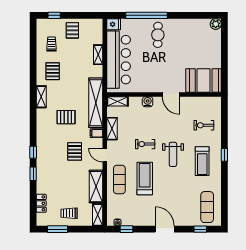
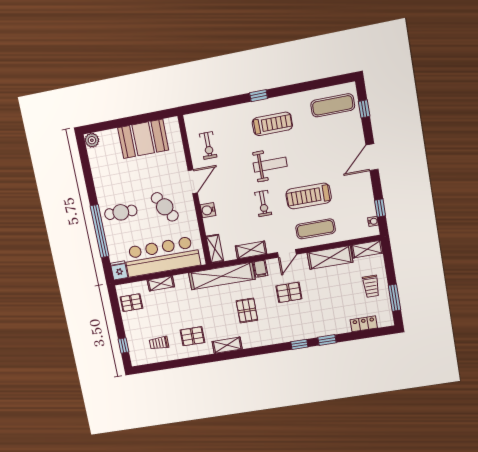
pallet: (72, 30) -> (131, 303), moved
cafe table: (156, 69) -> (165, 207), added
booth: (204, 80) -> (143, 139), moved, turned 90
exercise bike: (204, 125) -> (208, 145), moved

